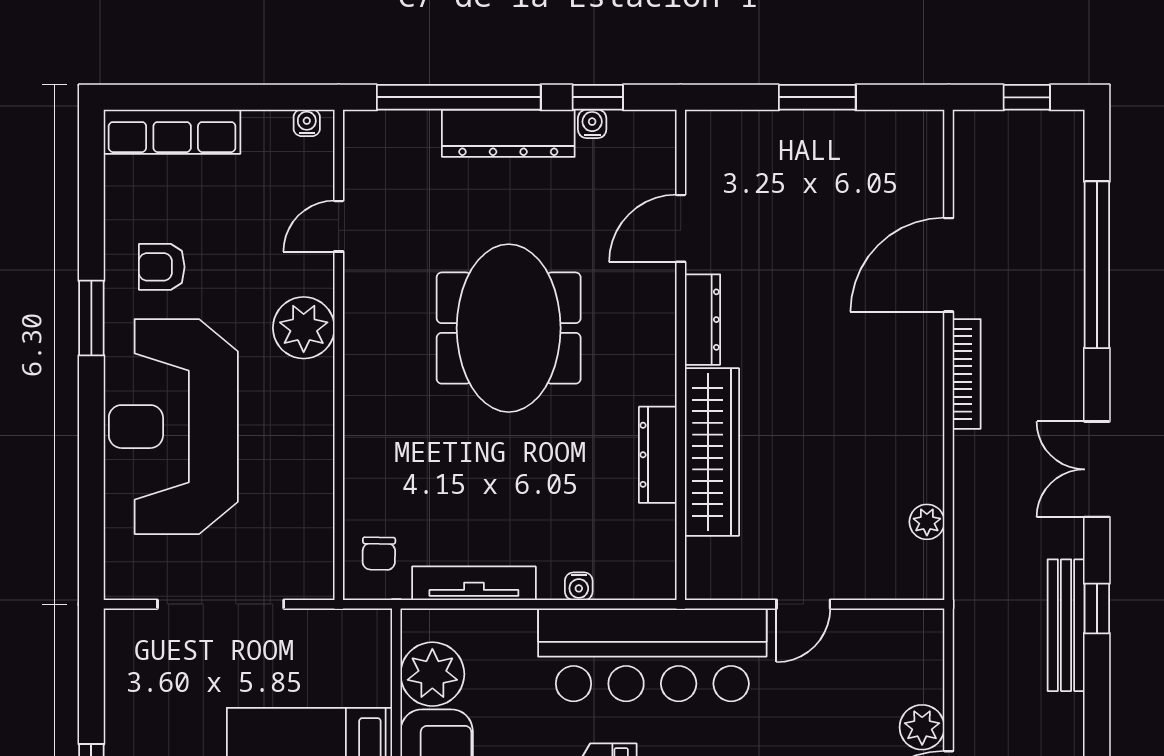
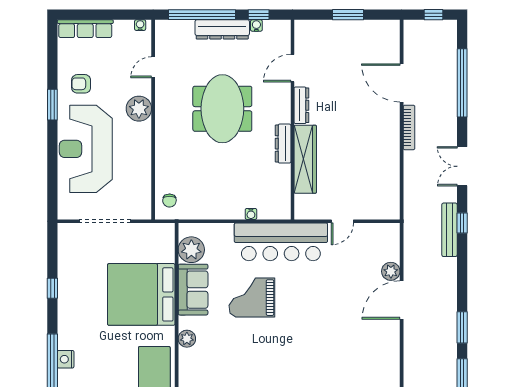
door: (949, 265) -> (402, 83), hinge flipped
dresser: (658, 455) -> (283, 144), moved
plant: (927, 522) -> (393, 188), removed
tv unit: (474, 583) -> (208, 213), removed

